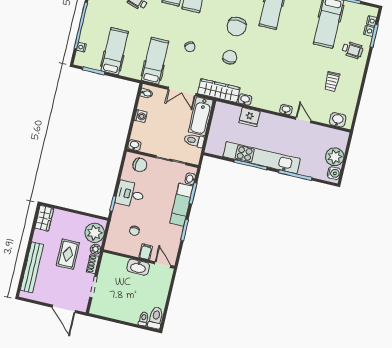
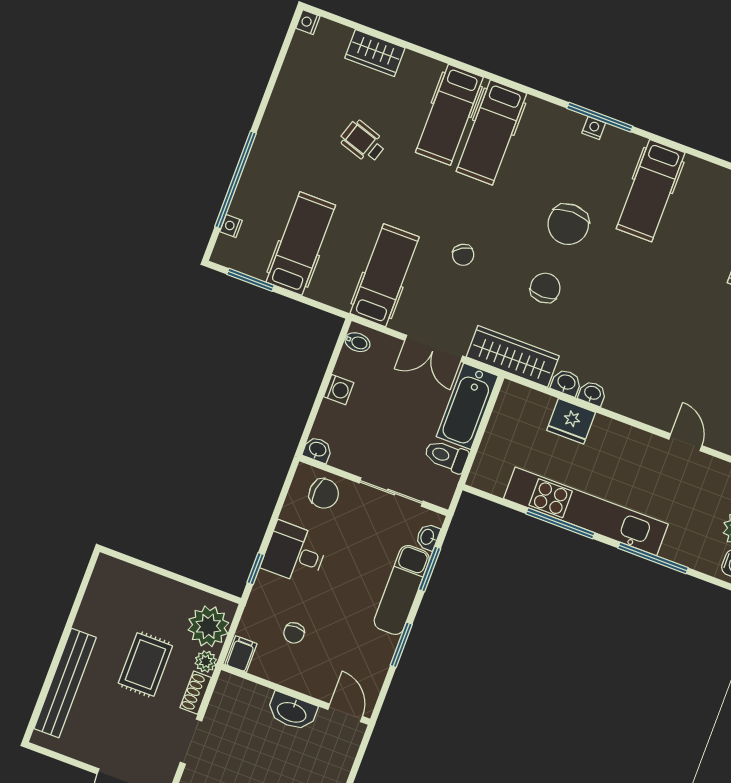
washbasin: (286, 110) -> (592, 393), moved
wardrobe: (44, 218) -> (105, 581), removed
filing cabinet: (146, 252) -> (241, 654), moved

